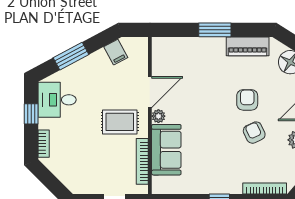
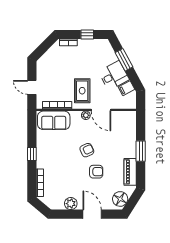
desk: (57, 100) -> (114, 76), moved, turned 62
armchair: (254, 133) -> (87, 150), moved
sofa: (166, 150) -> (54, 120), moved

